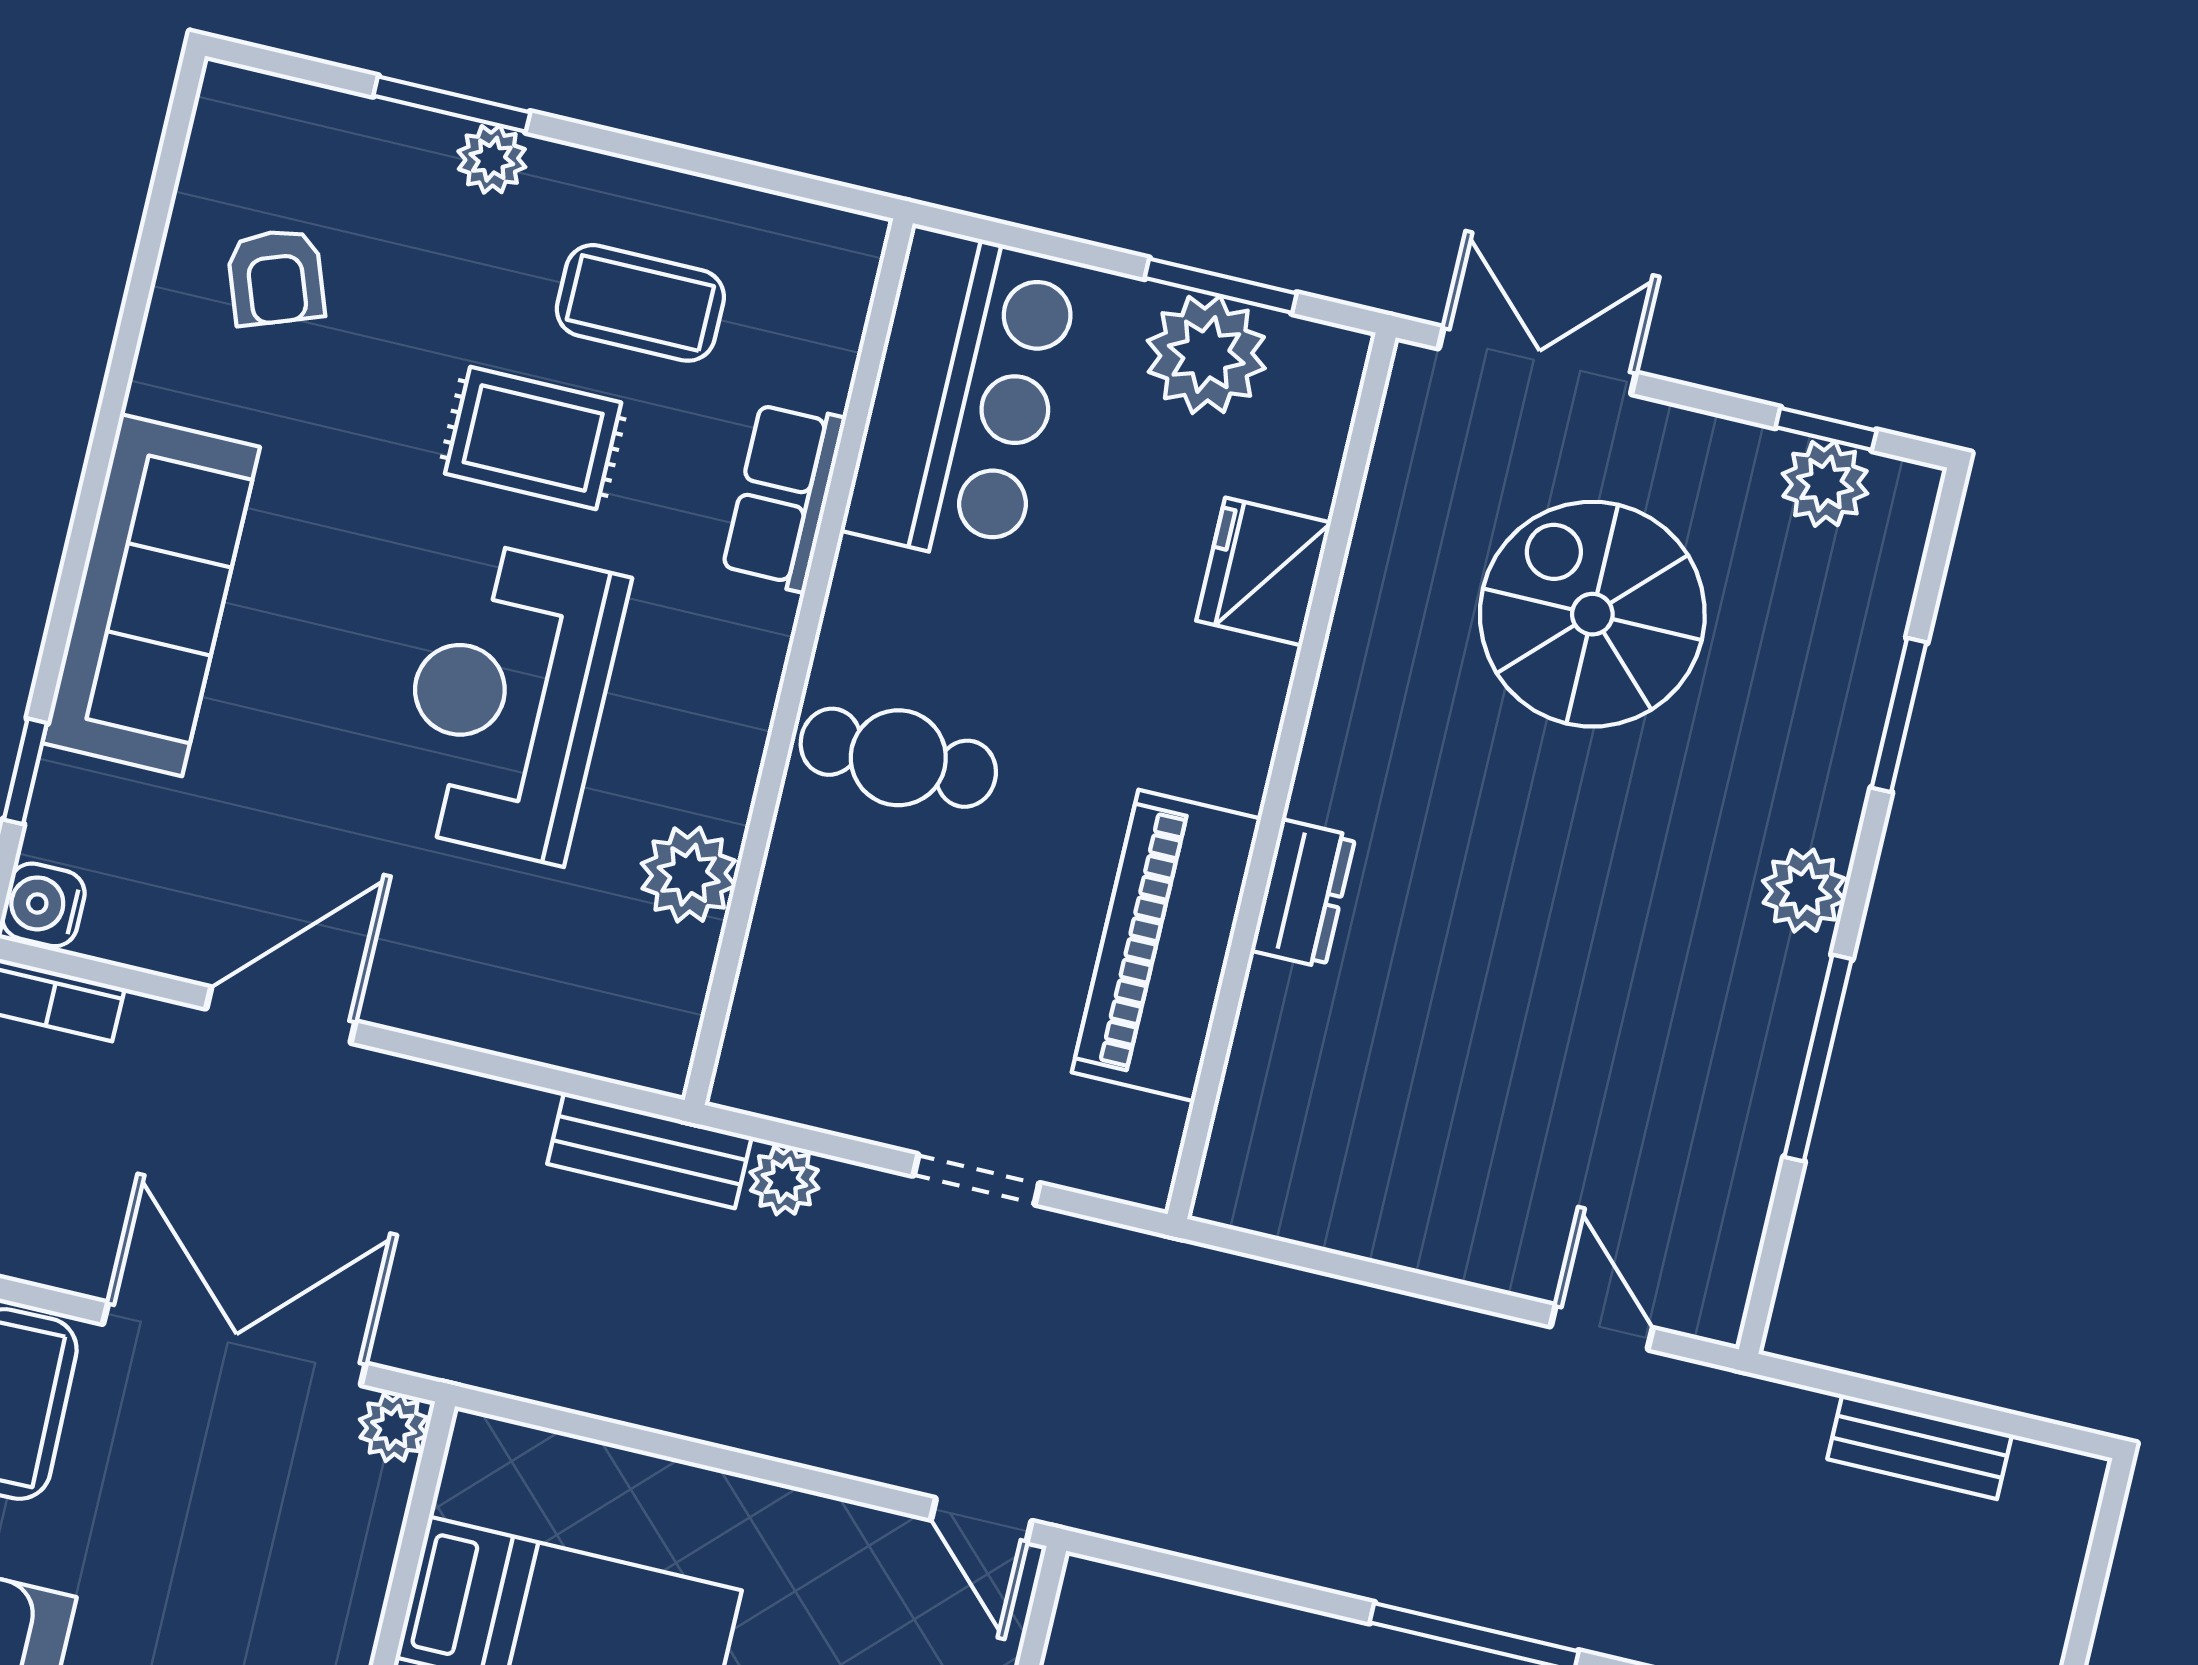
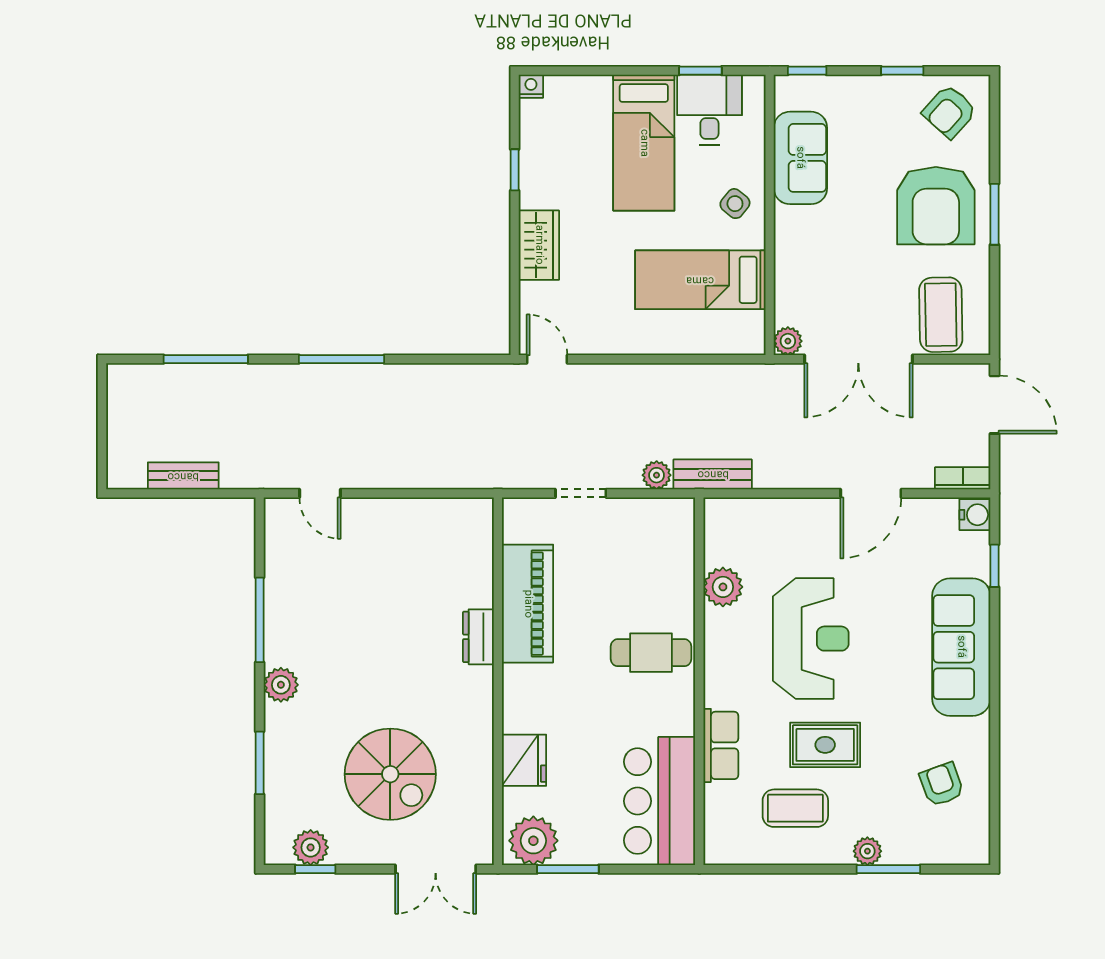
plant: (1206, 354) -> (533, 841), moved

